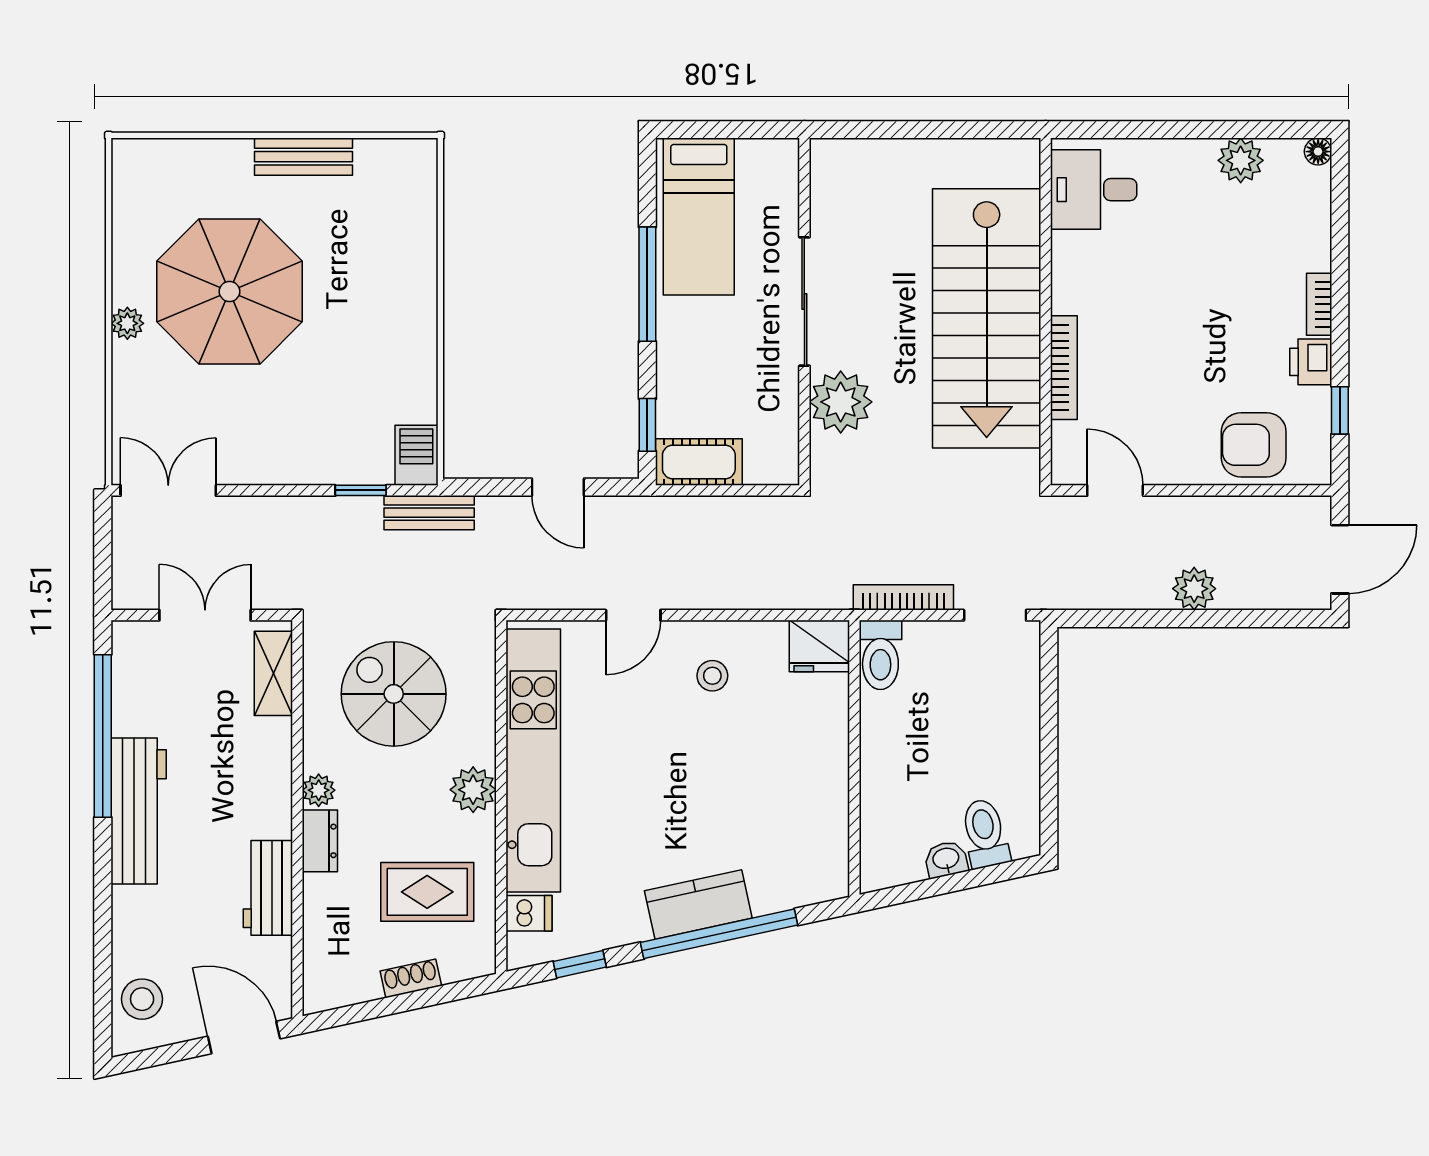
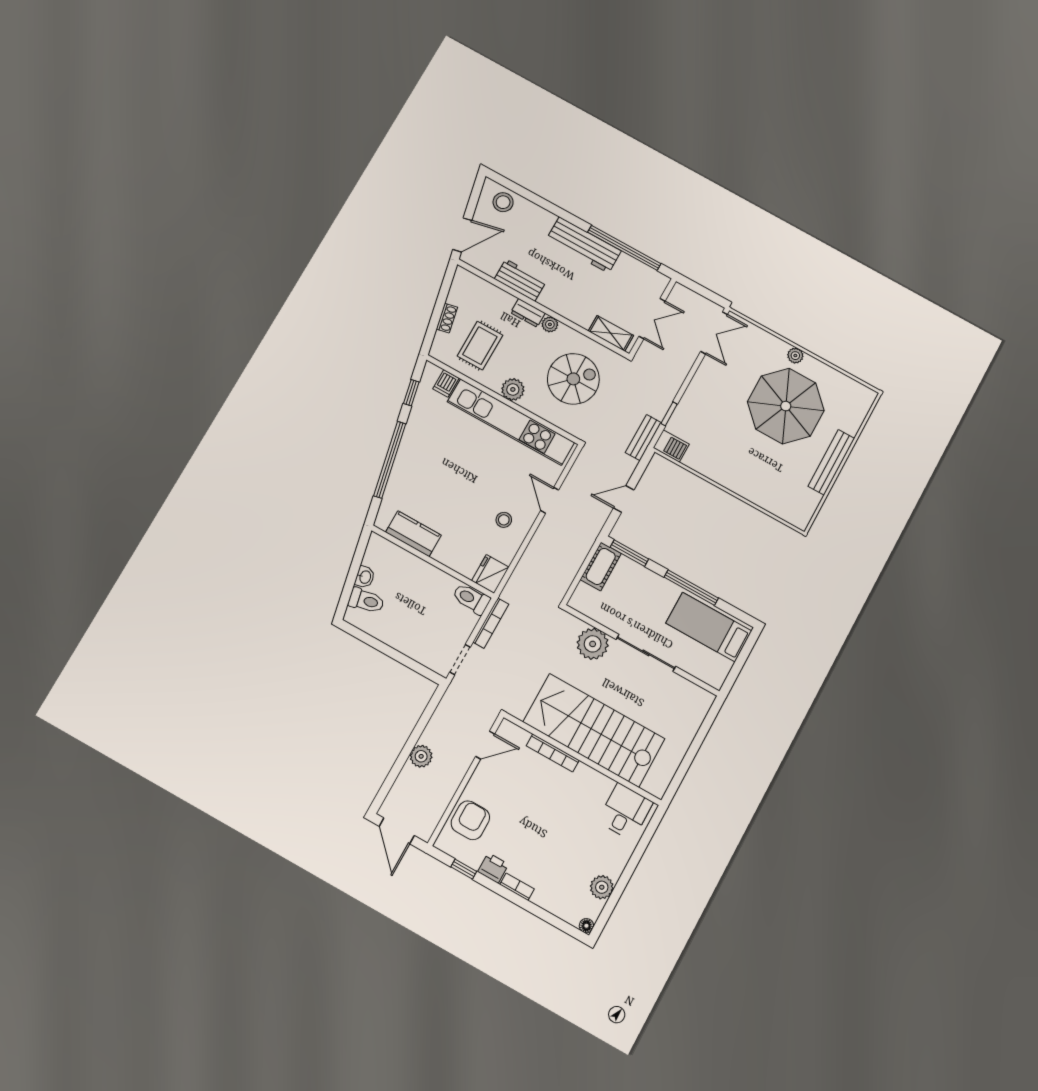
bench: (303, 157) -> (831, 462), width x1.36
window: (647, 425) -> (629, 553), width x1.50
kitchen counter: (698, 904) -> (413, 534), moved, turned -78

